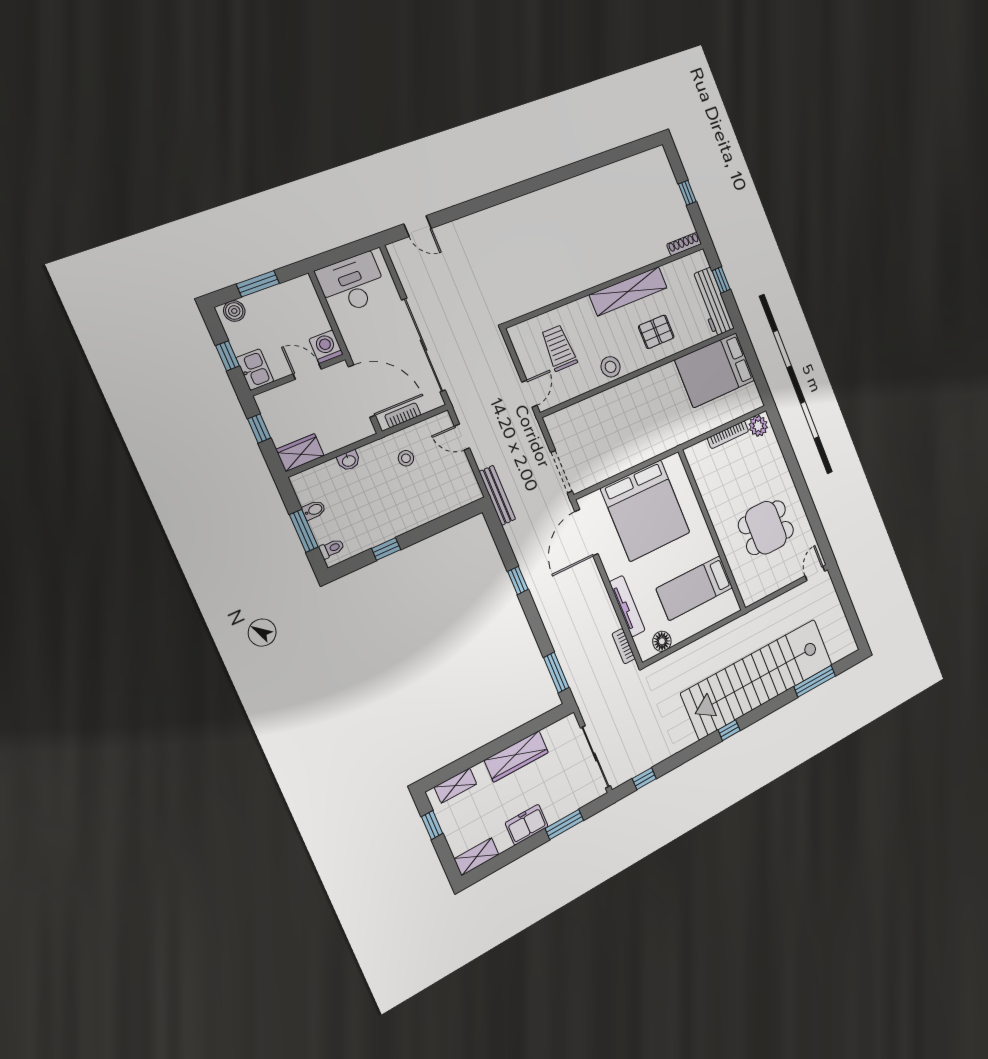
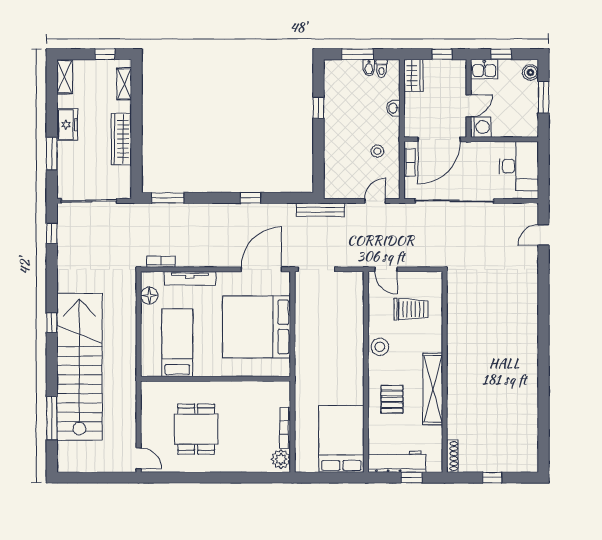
door: (586, 533) -> (261, 269), hinge flipped
toilet: (332, 548) -> (382, 68), moved

